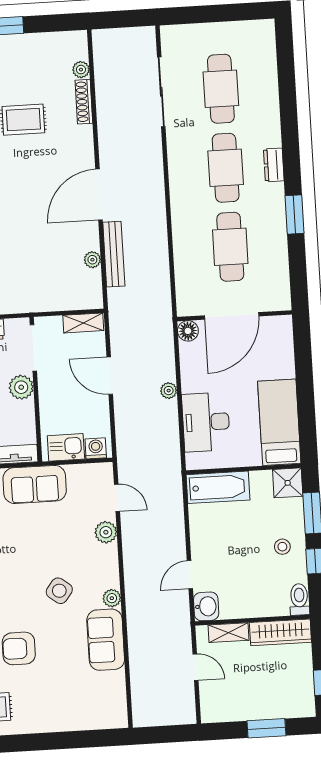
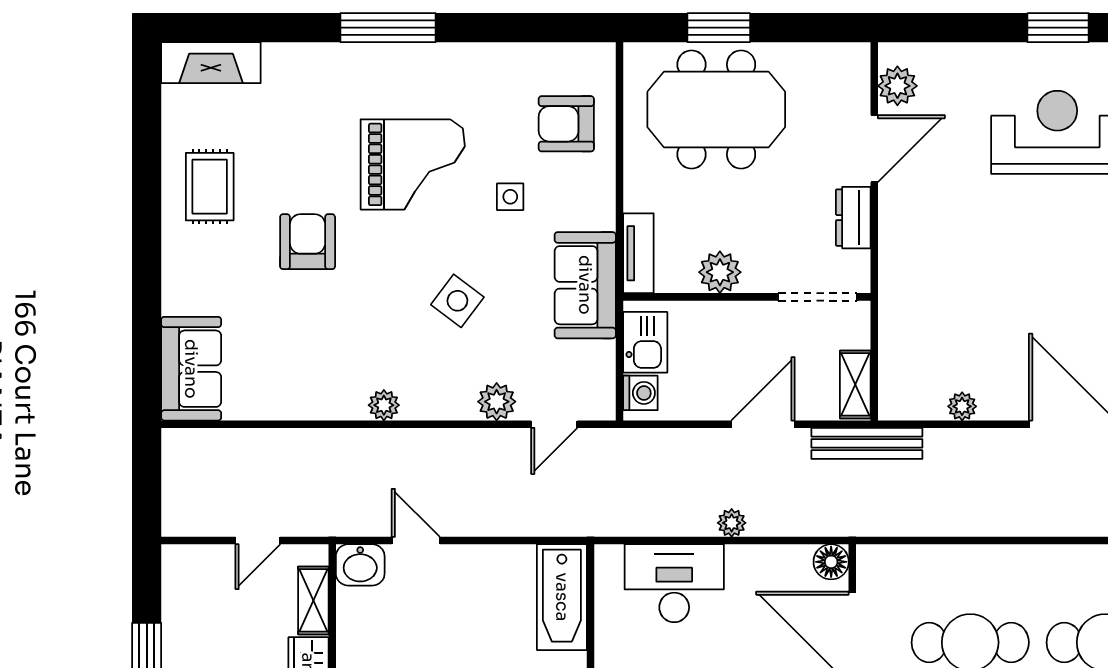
bench: (114, 254) -> (867, 443), moved
plant: (21, 387) -> (720, 272), moved
side table: (59, 591) -> (457, 301), moved
sofa: (106, 640) -> (191, 369), moved, turned 90

